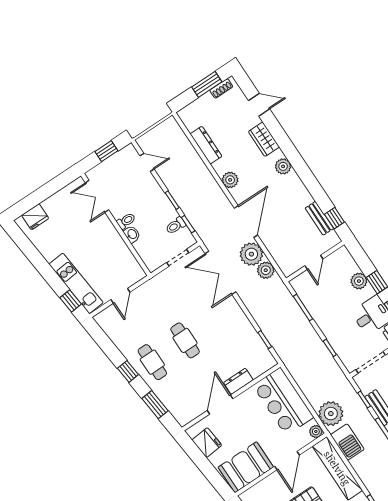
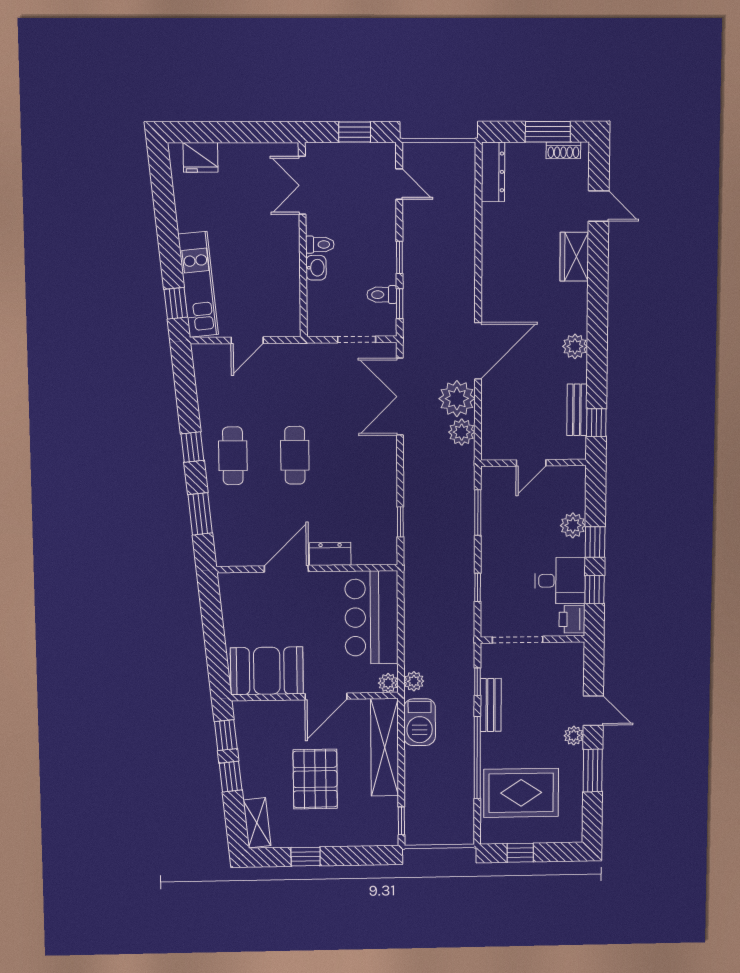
dresser: (206, 145) -> (493, 172), moved
plant: (283, 166) -> (575, 346), moved
plant: (230, 180) -> (494, 281), removed
plant: (331, 414) -> (414, 681), width x0.53, depth x0.53
fridge: (207, 443) -> (236, 607), removed

